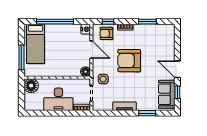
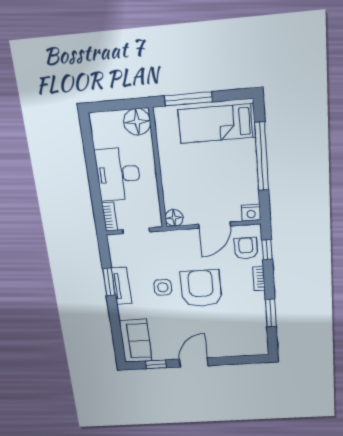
side table: (103, 79) -> (163, 287), moved
sofa: (167, 94) -> (136, 341), moved, turned 90
window: (147, 113) -> (109, 282), moved

